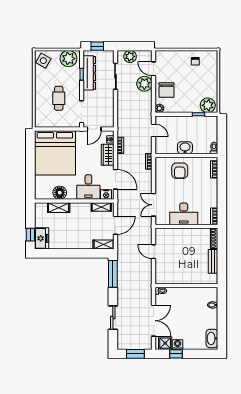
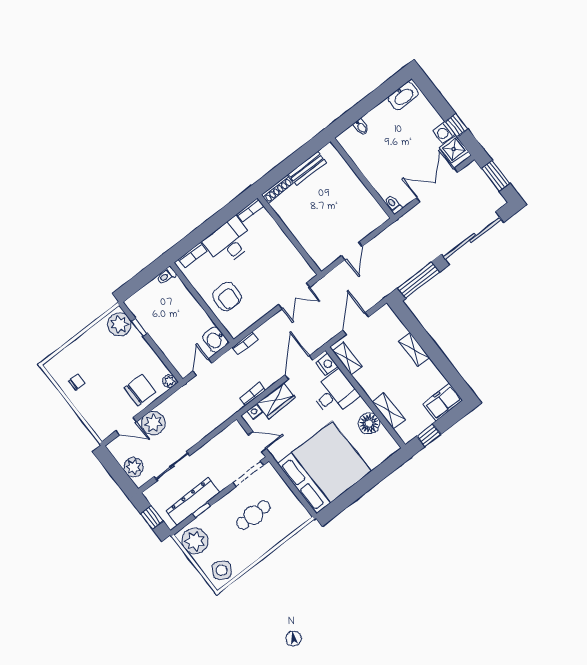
door: (154, 69) -> (126, 426), hinge flipped
washbasin: (185, 148) -> (215, 340), moved
armchair: (180, 171) -> (227, 296), turned 90
desk: (184, 214) -> (229, 242), moved, turned -90
door: (115, 225) -> (356, 323), hinge flipped
window: (30, 235) -> (429, 435), moved
shelving: (104, 244) -> (414, 349), moved
sliding door: (113, 318) -> (472, 238), width x1.86

